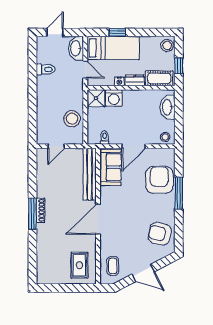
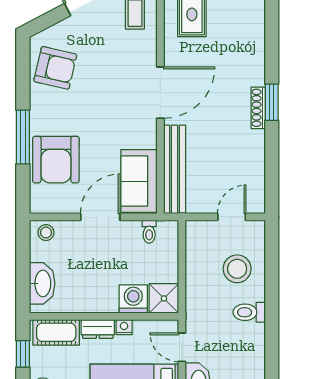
toilet: (46, 69) -> (249, 312), moved
stool: (72, 119) -> (237, 269), moved
window: (33, 214) -> (272, 102), width x0.69

